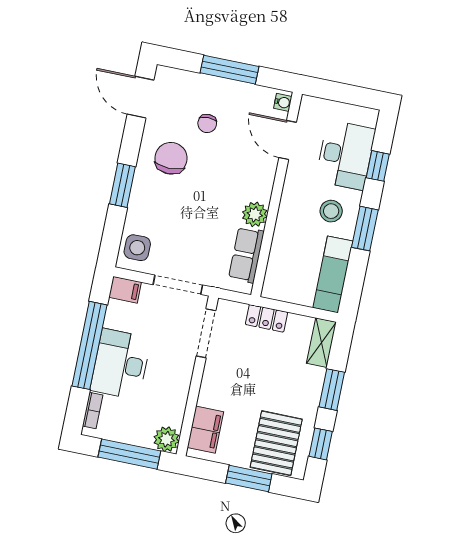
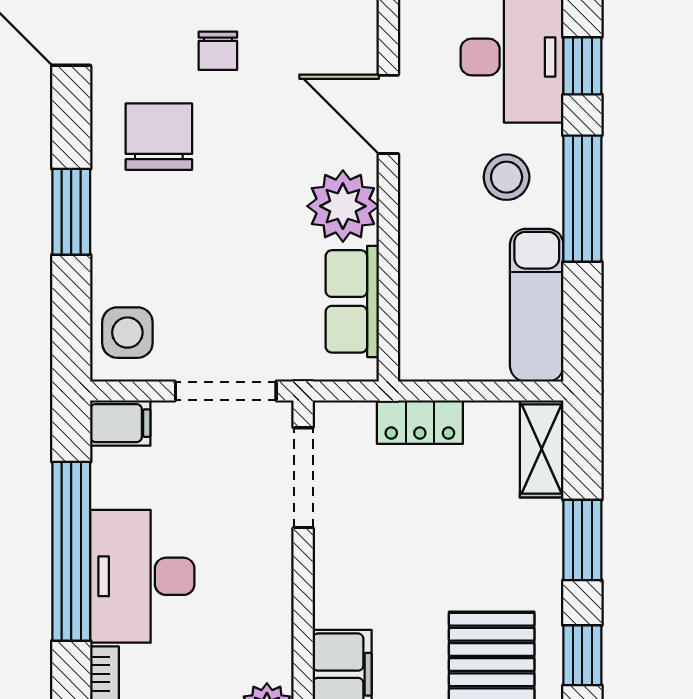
door: (288, 140) -> (388, 114), moved
plant: (255, 214) -> (343, 206), width x1.36, depth x1.36
window: (365, 229) -> (582, 199), width x1.44

